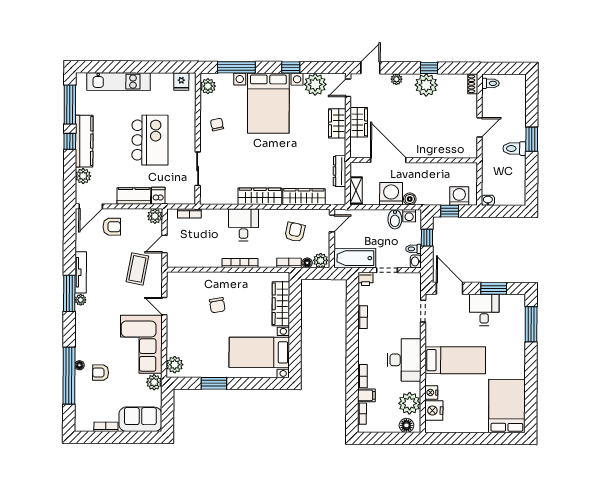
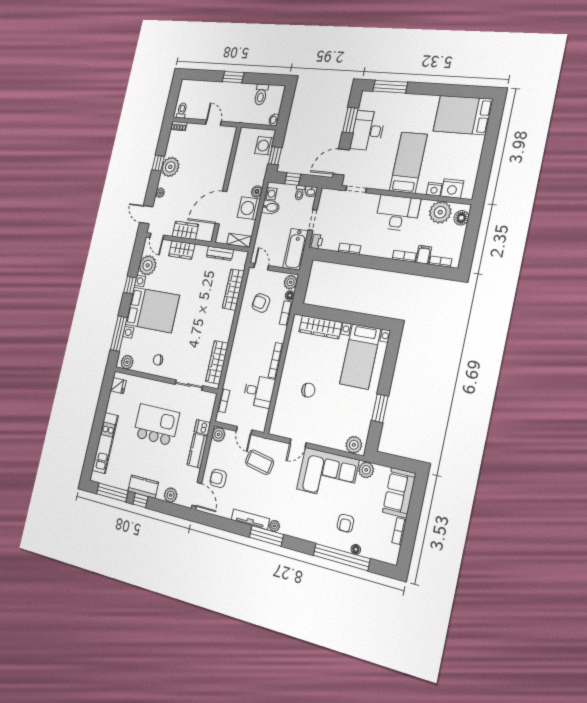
kitchen counter: (84, 141) -> (143, 487), width x0.67
toilet: (514, 149) -> (261, 95), moved
wardrobe: (260, 196) -> (217, 362), moved
desk: (243, 225) -> (259, 391), moved, turned 180
armchair: (112, 227) -> (218, 478), turned -90
desk: (484, 310) -> (368, 131), width x1.37
floor lamp: (79, 365) -> (356, 549), moved

